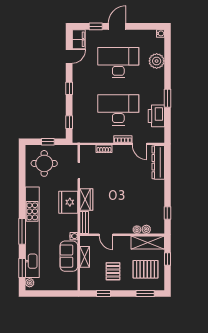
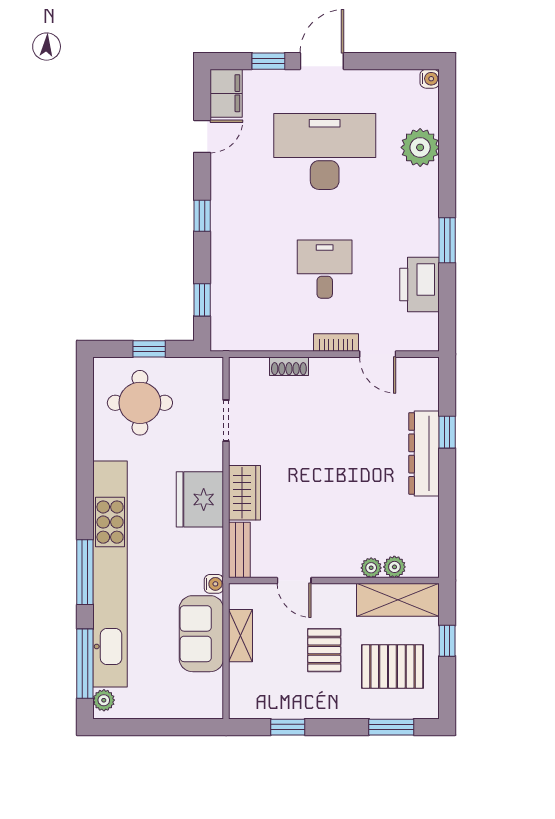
desk: (118, 110) -> (325, 269), width x0.53, depth x0.77
dresser: (158, 162) -> (424, 453), moved
window: (167, 213) -> (447, 432), moved
window: (22, 268) -> (85, 664), width x1.44
pallet: (113, 271) -> (324, 650), moved

